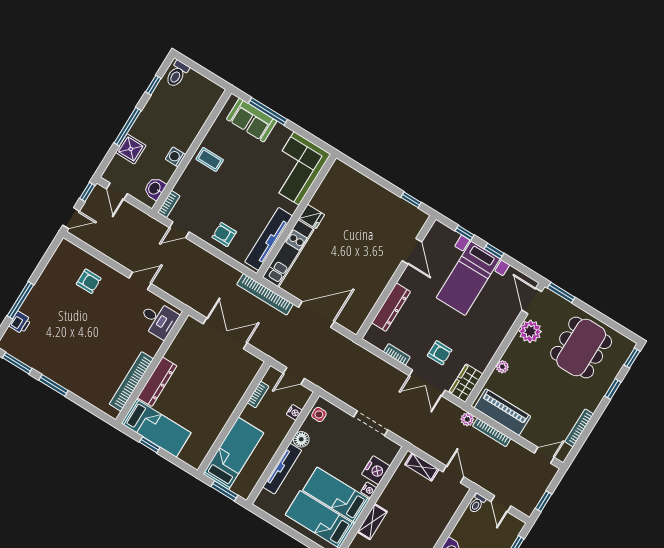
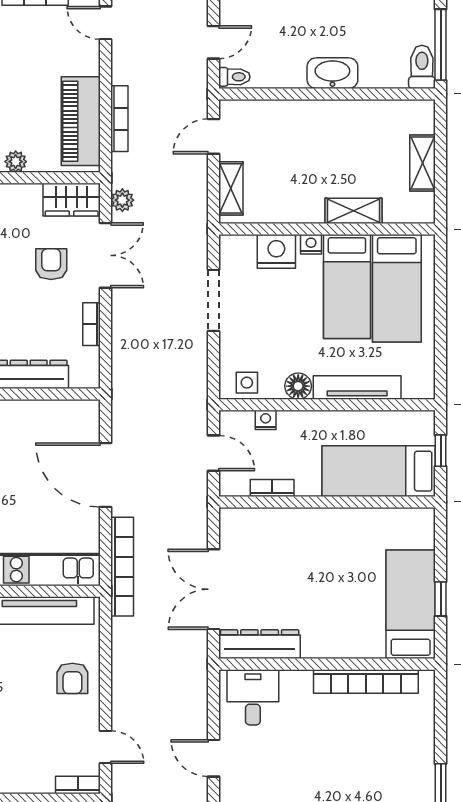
dresser: (157, 382) -> (260, 644), moved
plant: (467, 419) -> (122, 200), moved
window: (224, 491) -> (441, 451), width x0.67

